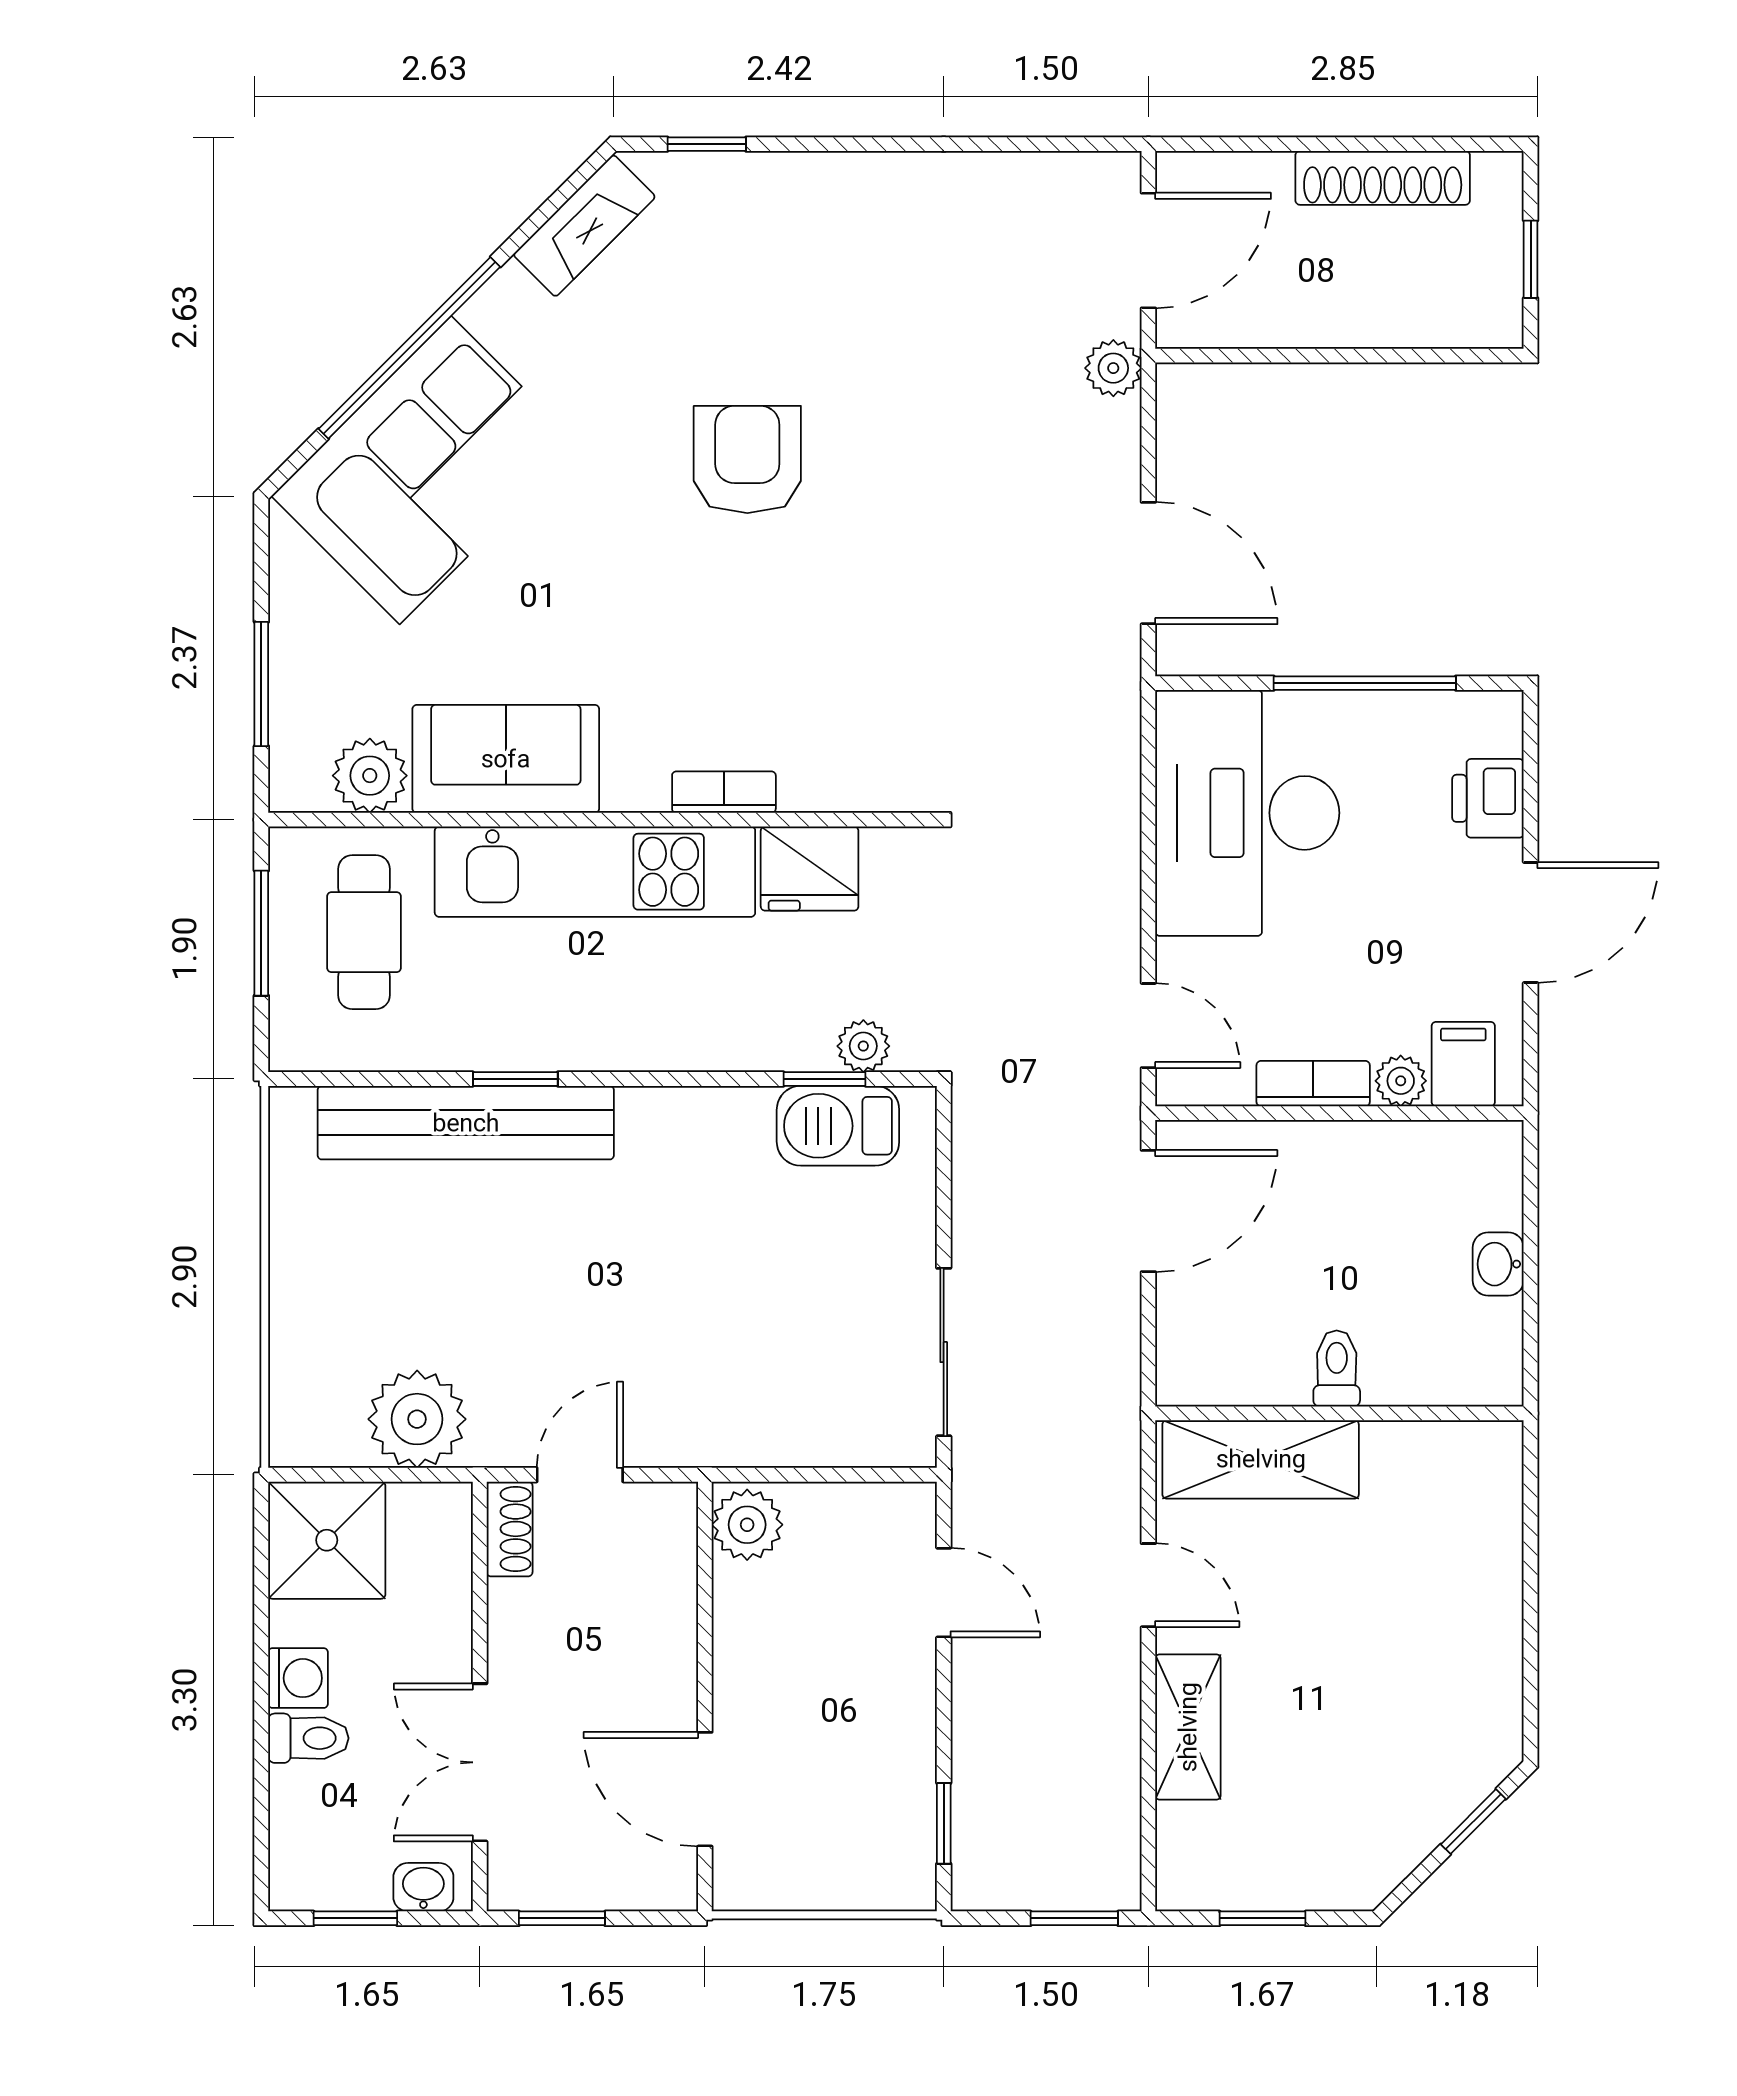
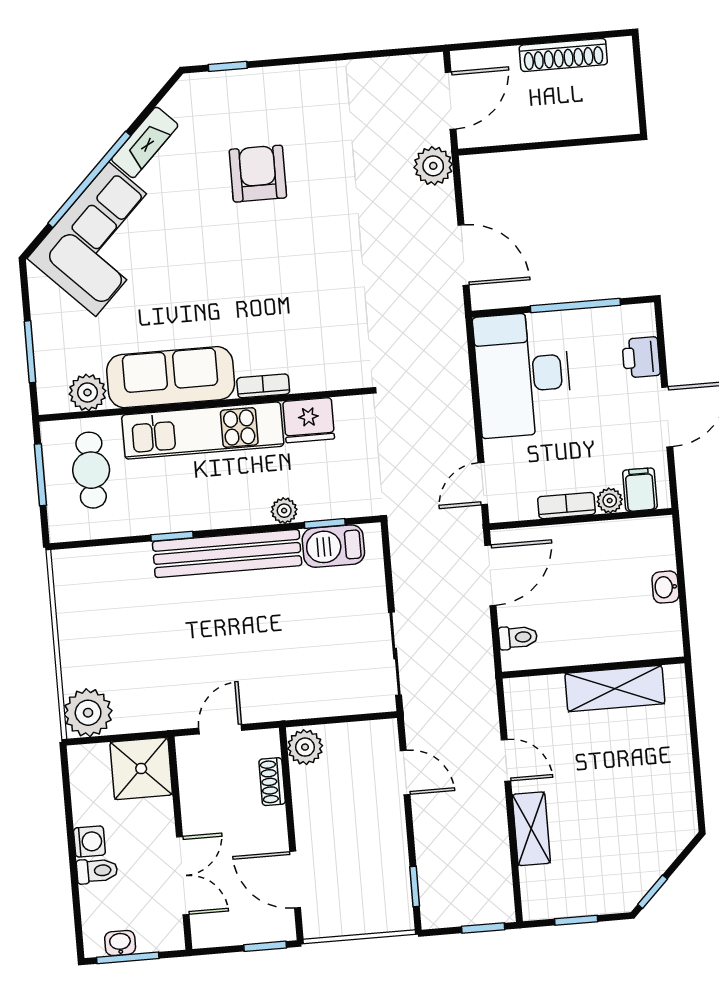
fireplace: (584, 226) -> (145, 142), moved
window: (1531, 259) -> (640, 89), removed
plant: (1113, 368) -> (433, 166), width x1.38, depth x1.38
armchair: (747, 459) -> (258, 174), moved
sofa: (506, 759) -> (171, 377), width x1.36
door: (1148, 1026) -> (483, 484), swing flipped
plant: (863, 1046) -> (284, 511), moved
bench: (466, 1123) -> (227, 553), moved
toilet: (1337, 1368) -> (518, 637), moved, turned 90
plant: (417, 1419) -> (88, 713), moved
shelving: (1261, 1459) -> (615, 689), moved
shoe rack: (510, 1529) -> (272, 782), moved, turned 180
shower: (327, 1540) -> (141, 769), moved
double door: (480, 1762) -> (183, 876), swing flipped
window: (1473, 1822) -> (653, 892), moved
washbasin: (423, 1887) -> (120, 943), moved
window: (355, 1918) -> (128, 958), width x1.50
window: (562, 1918) -> (265, 946), moved

